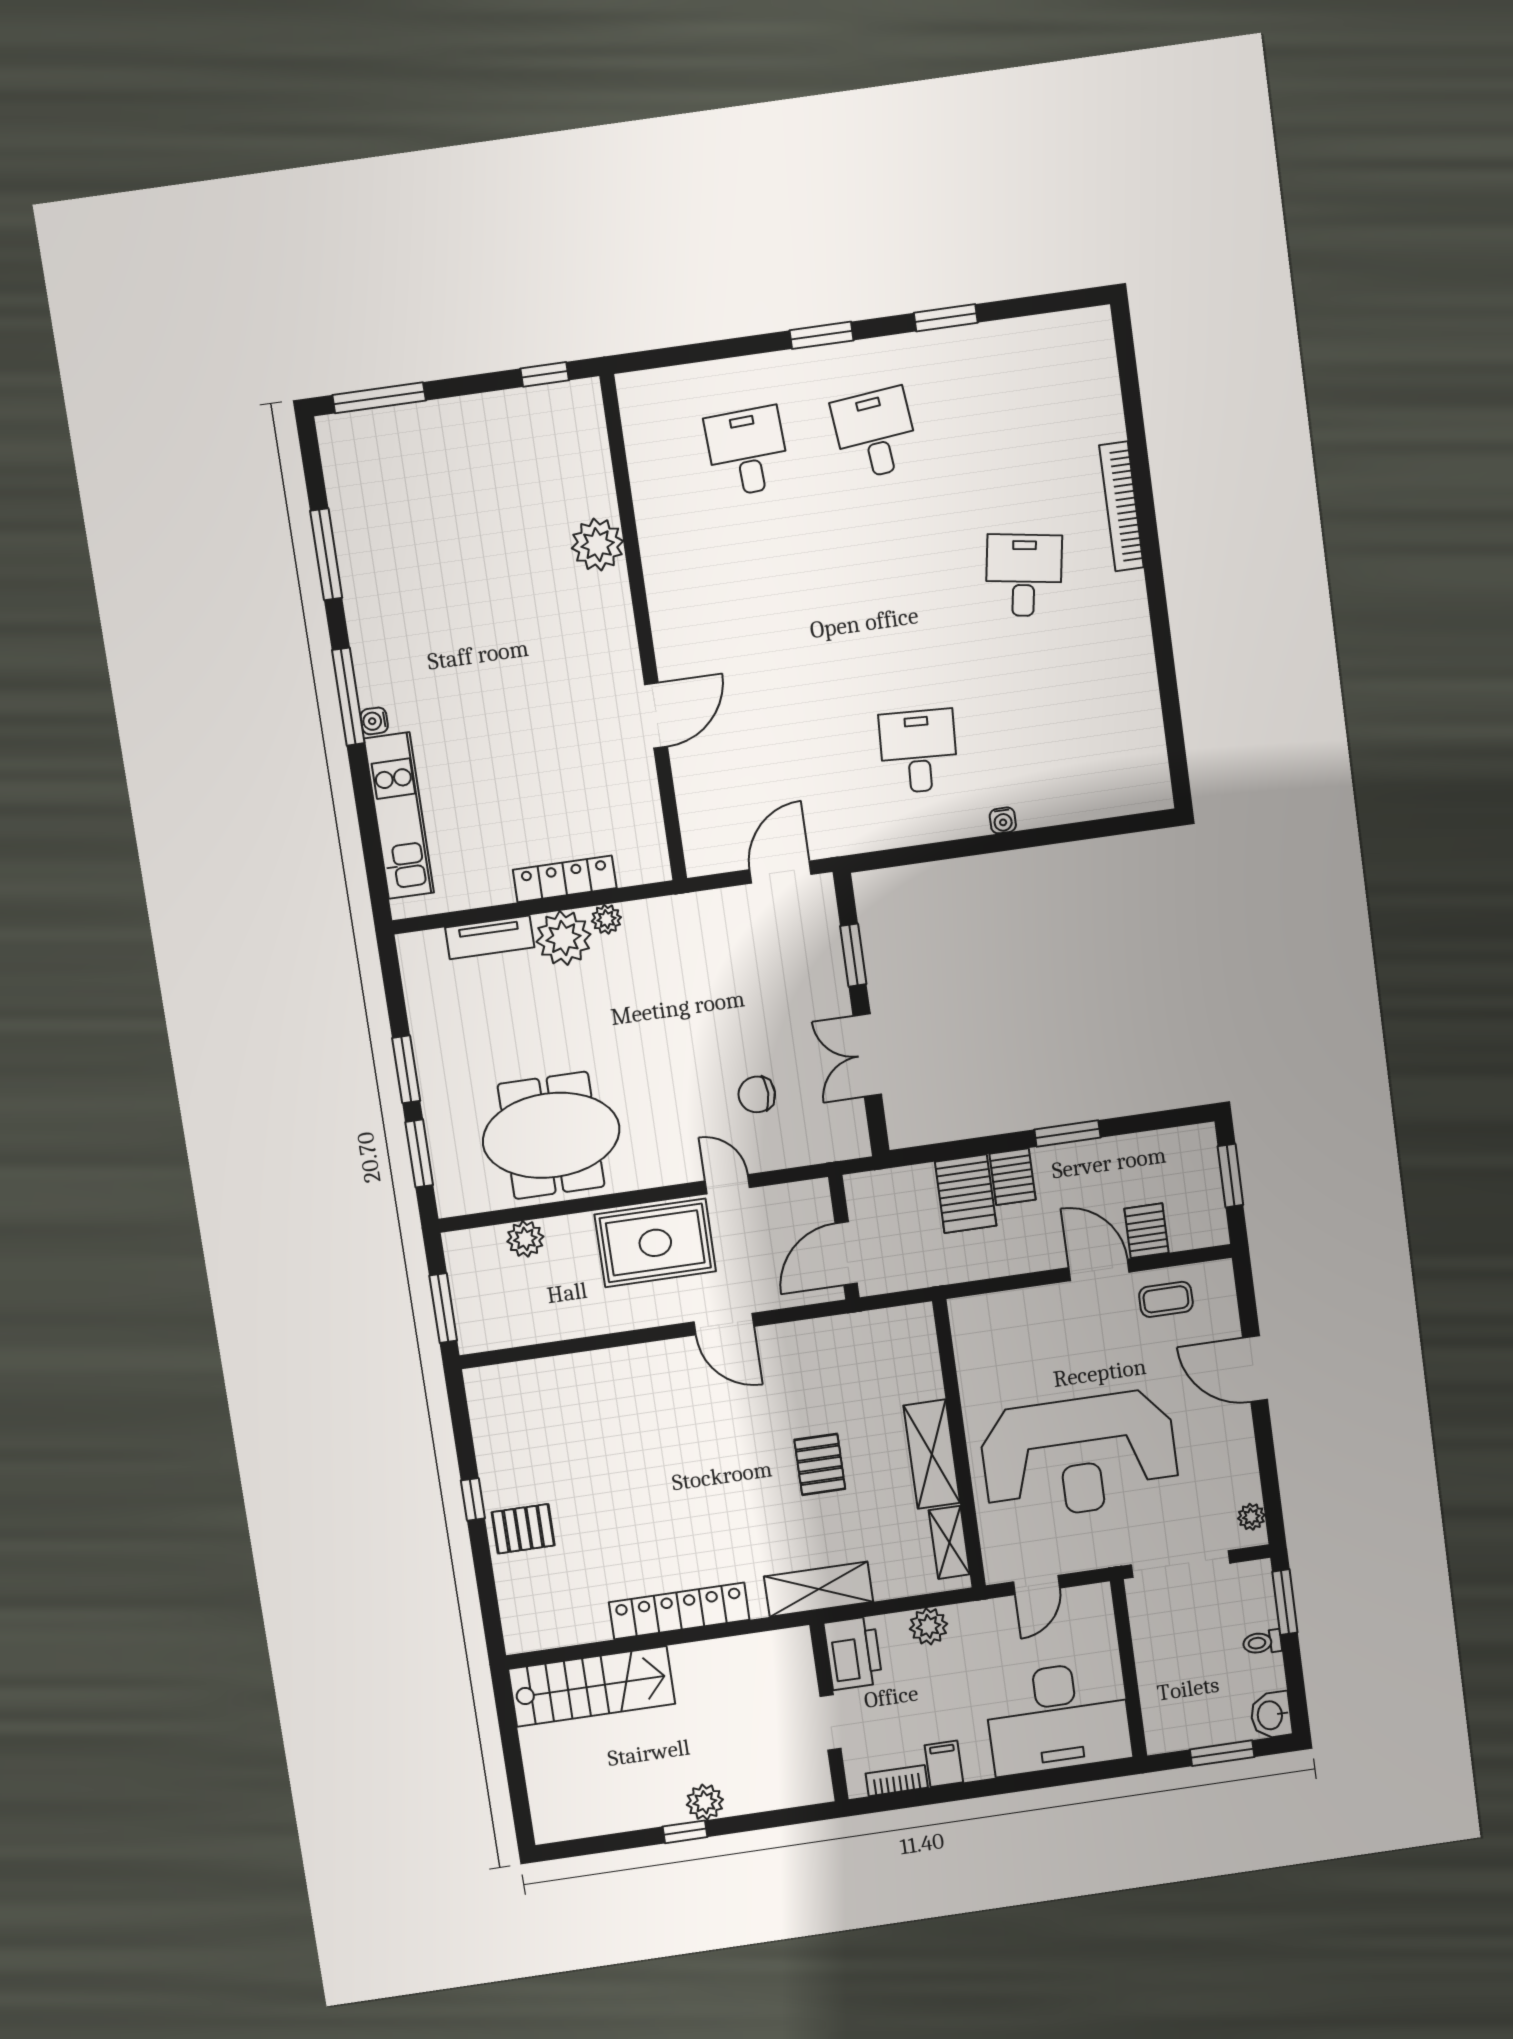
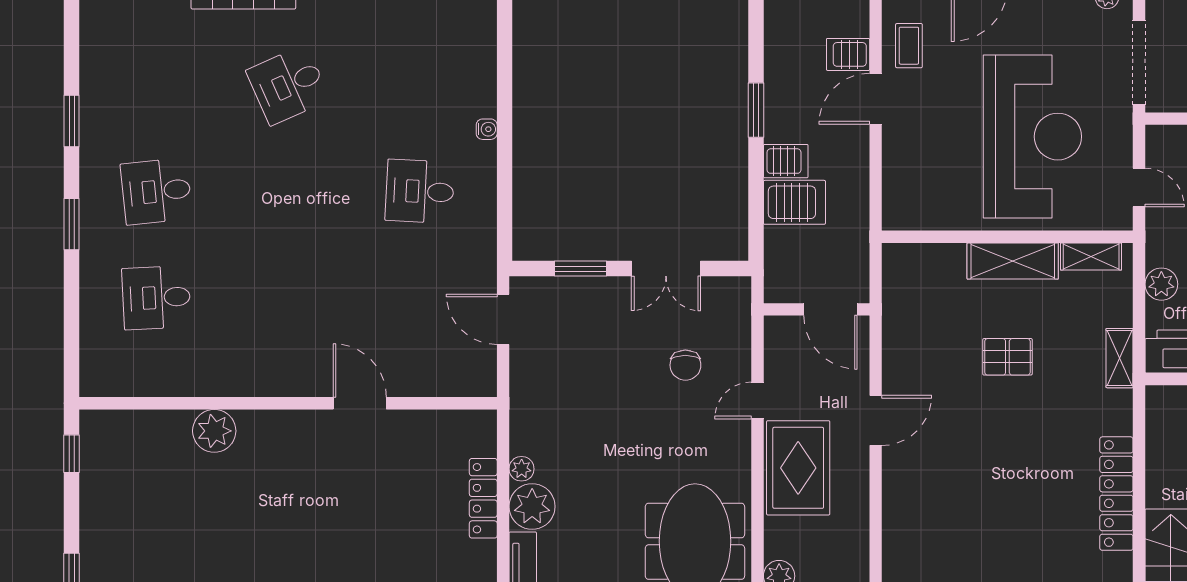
desk: (1024, 575) -> (288, 85), turned -33
shelving: (819, 1589) -> (1120, 358), width x0.67, depth x0.75

